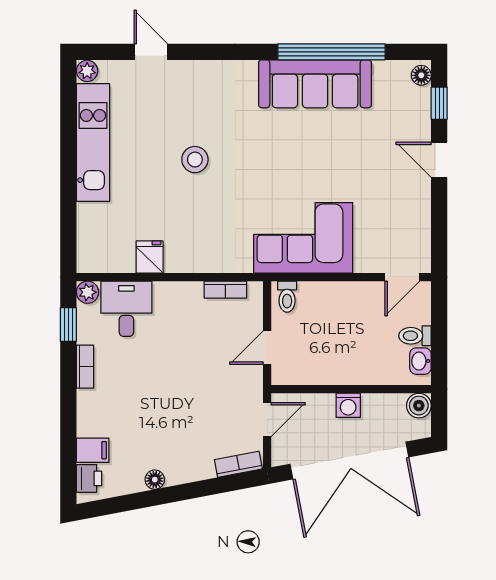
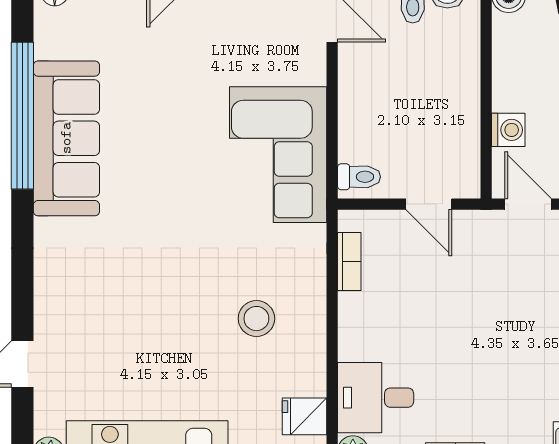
stool: (195, 160) -> (256, 319), moved
fridge: (150, 257) -> (305, 416), moved
washing machine: (348, 405) -> (508, 130), moved

